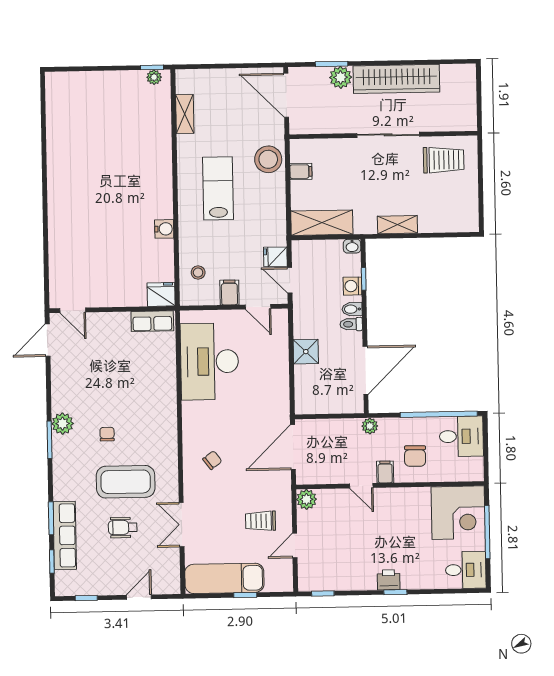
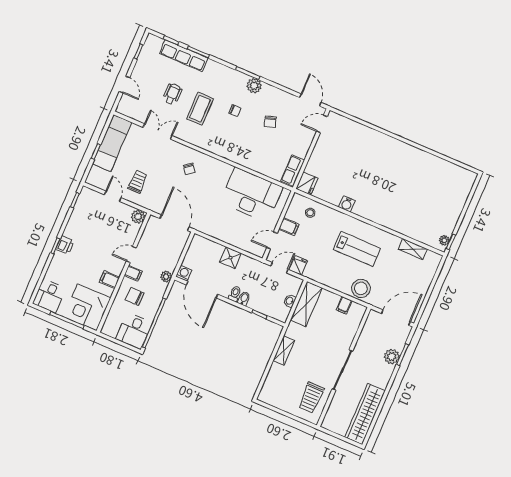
wardrobe: (396, 79) -> (365, 414), moved
washbasin: (352, 246) -> (290, 301), moved
washing machine: (352, 286) -> (184, 273), moved
chair: (101, 380) -> (270, 122), added
coffee table: (126, 482) -> (200, 109), width x0.73, depth x0.76
filing cabinet: (408, 500) -> (109, 280), added

